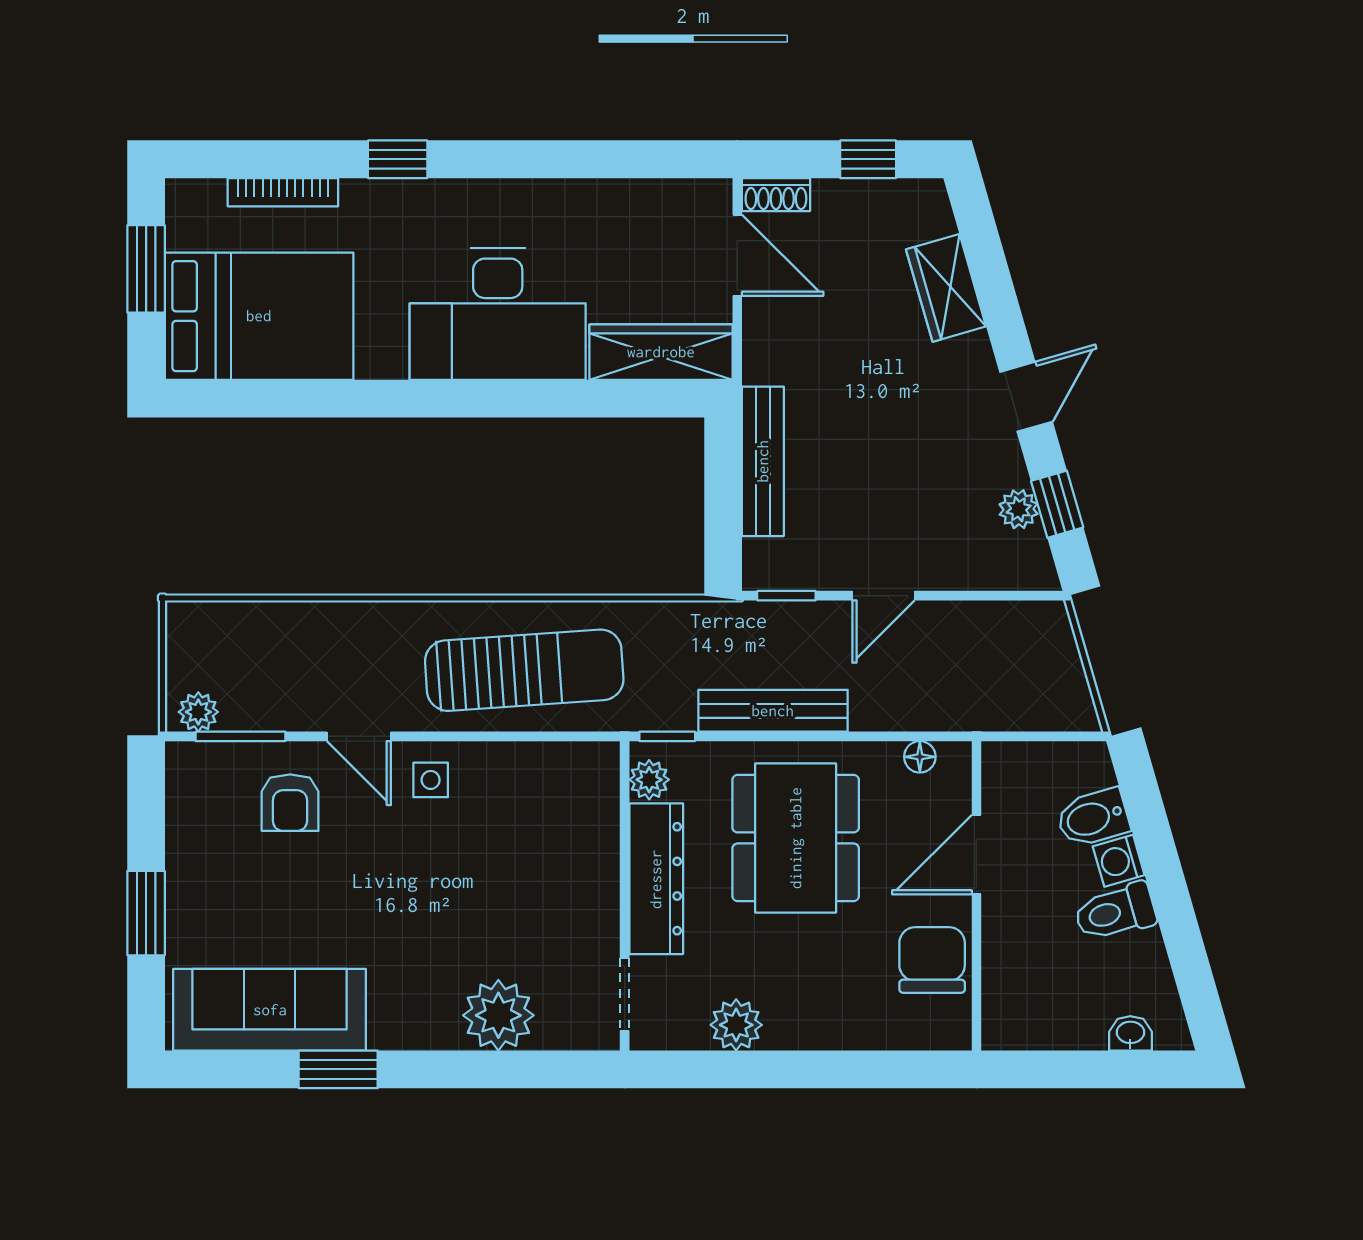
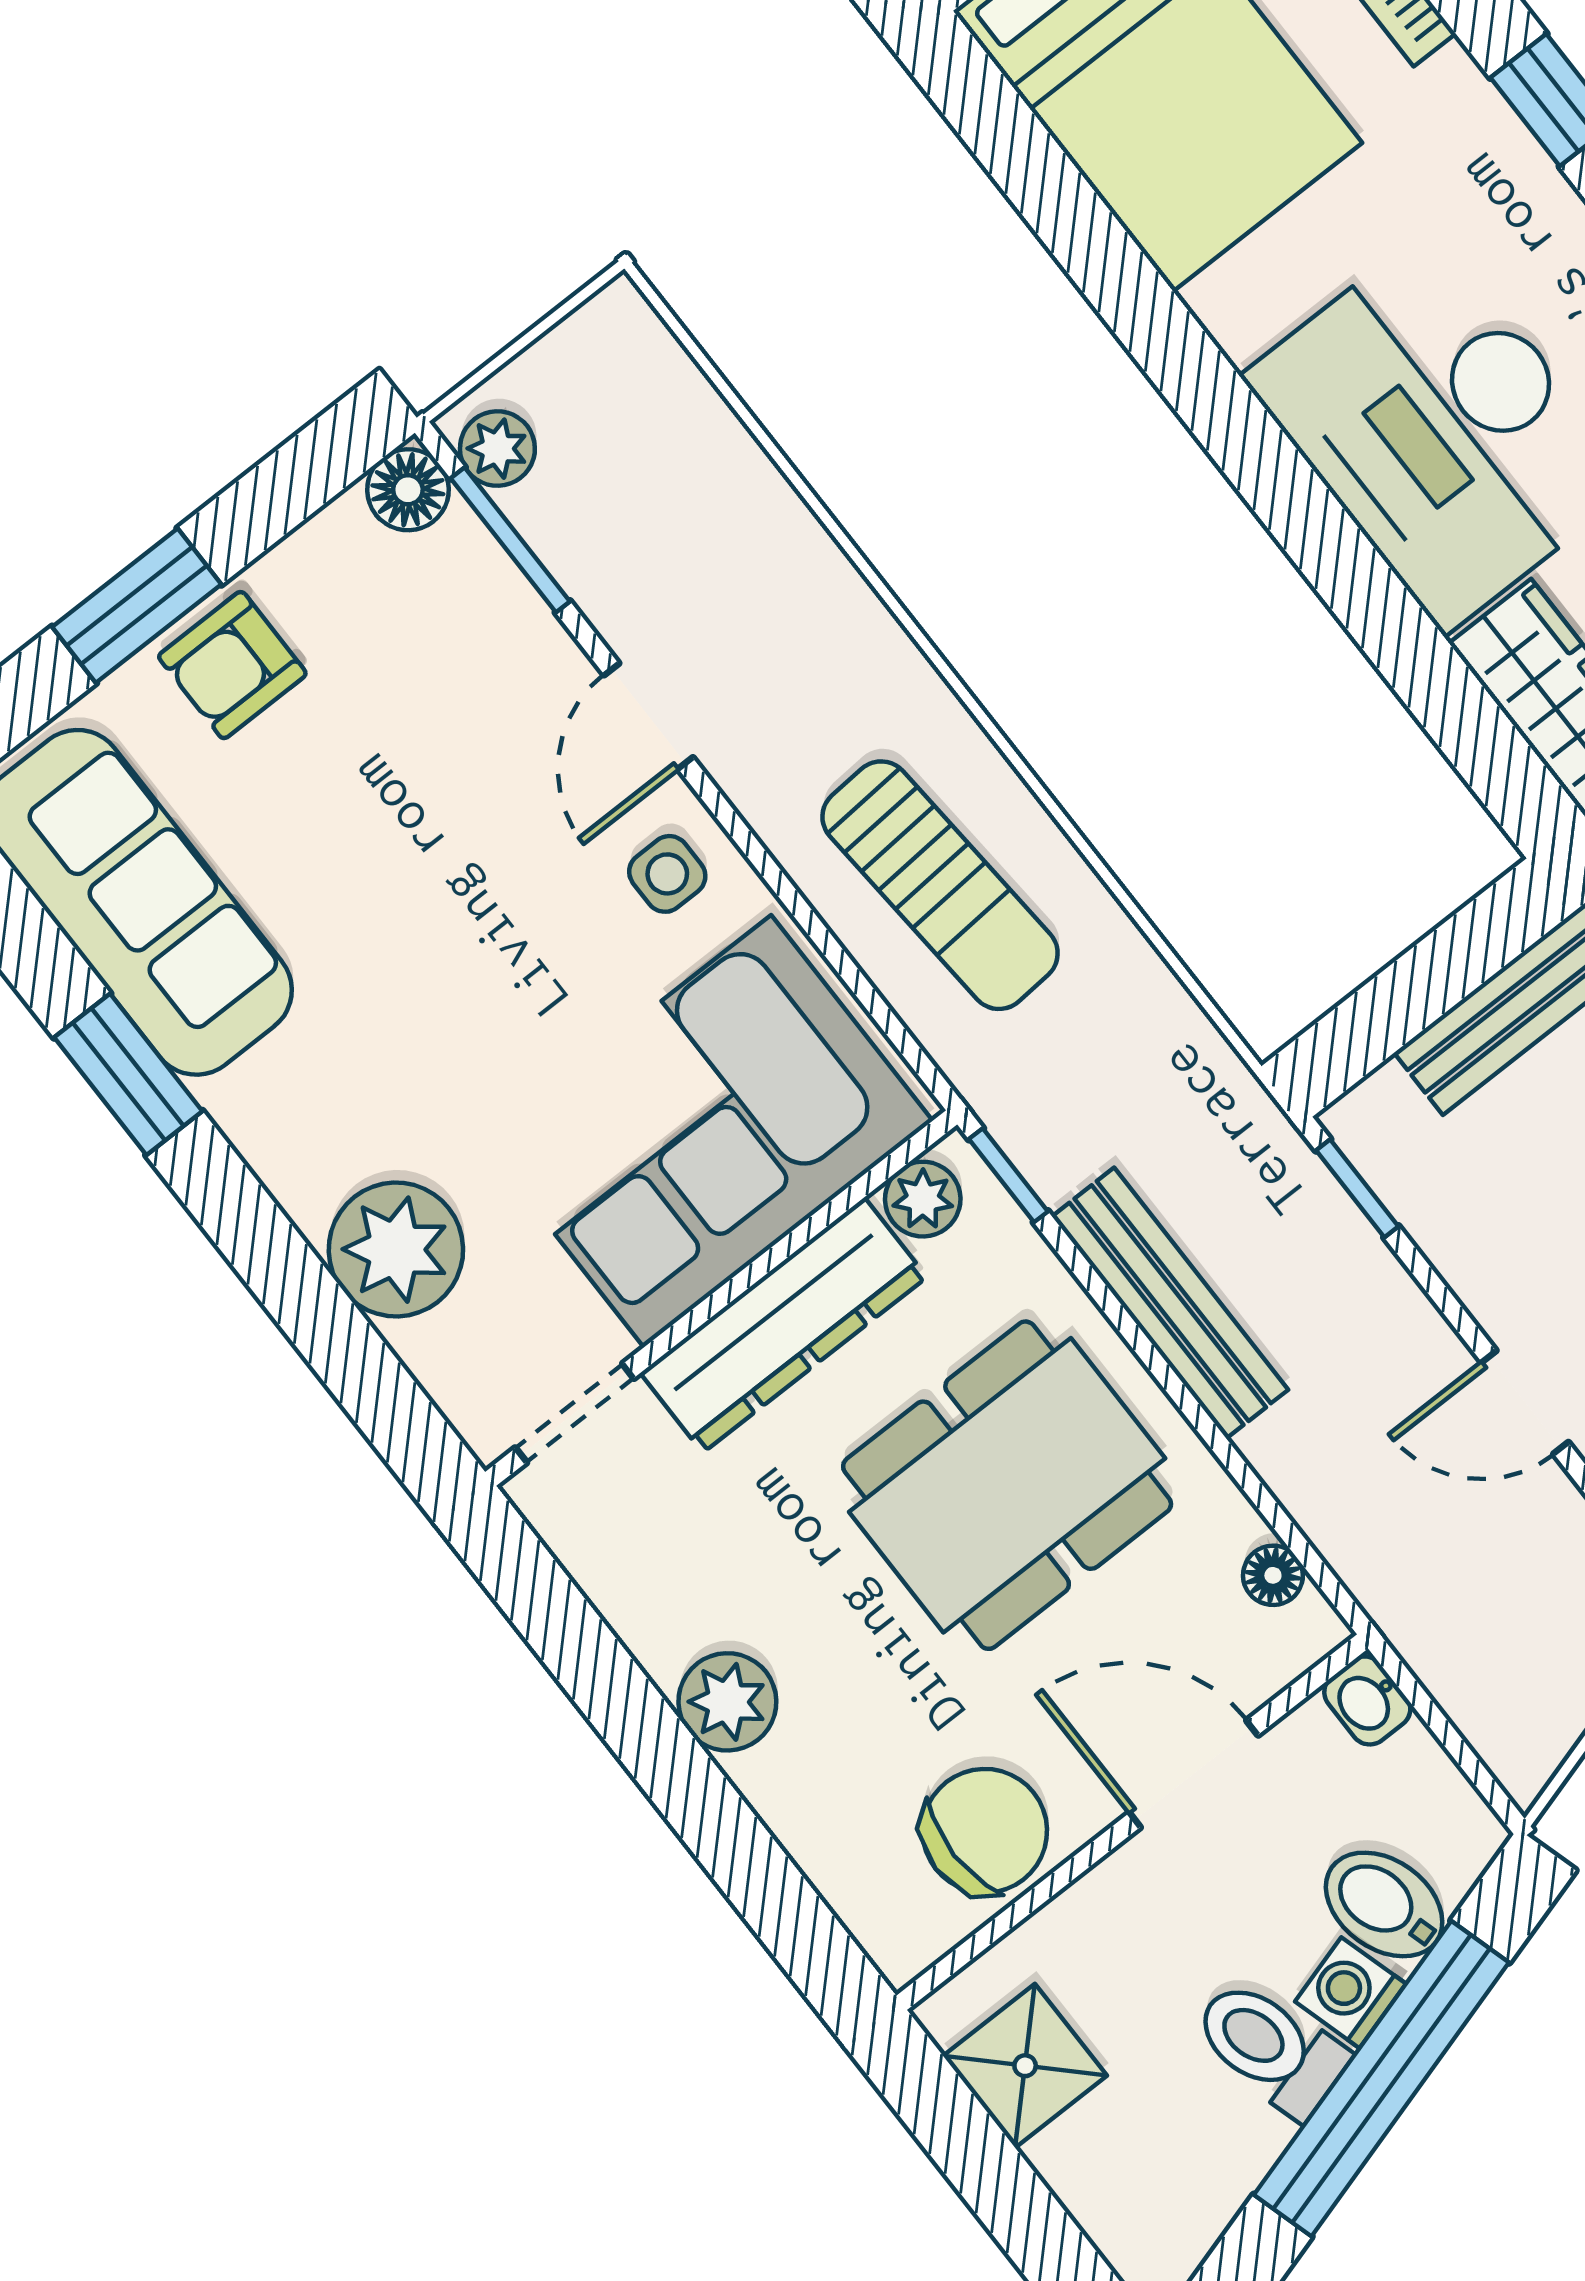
door: (884, 596) -> (1525, 1402), moved
sun lounger: (524, 670) -> (940, 885), width x0.73, depth x0.75
floor lamp: (186, 763) -> (408, 490), added
armchair: (290, 803) -> (232, 665), moved
corner sofa: (551, 847) -> (708, 1131), added
window: (1164, 876) -> (1381, 2079), added
shower: (1043, 1020) -> (1025, 2066), added
plant: (736, 1025) -> (727, 1702), moved
washbasin: (1130, 1033) -> (1367, 1700), moved, turned 180

